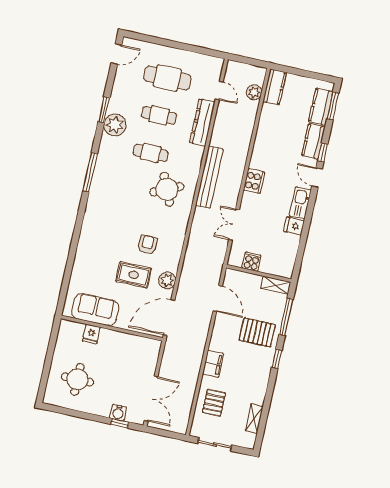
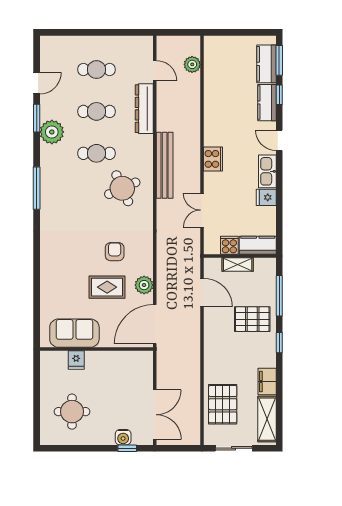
door: (116, 54) -> (37, 83), moved
cafe table: (167, 78) -> (96, 70), width x0.73, depth x0.74
kitchen counter: (275, 87) -> (258, 245), moved, turned -90
window: (323, 152) -> (279, 95), moved
shelving: (276, 285) -> (238, 265), moved
filing cabinet: (213, 364) -> (267, 382), moved, turned 180
pallet: (214, 403) -> (223, 404), width x1.50, depth x1.42
shelving: (254, 418) -> (267, 419), width x1.50, depth x1.33

